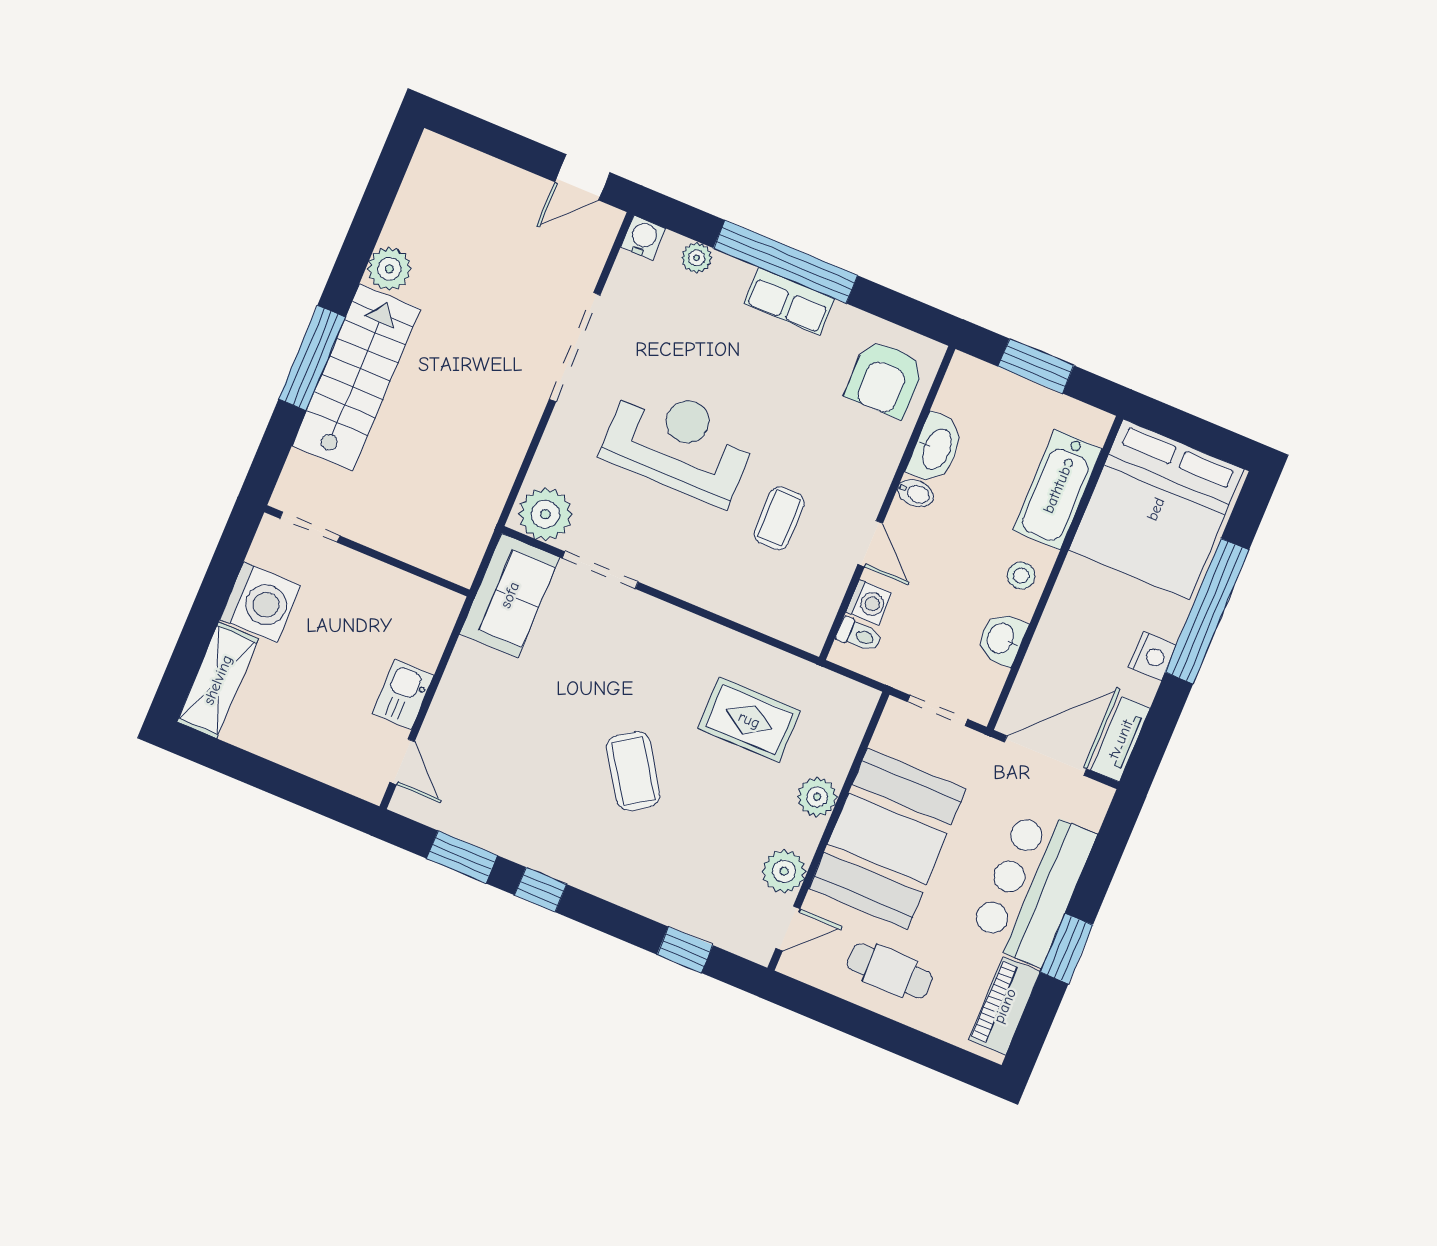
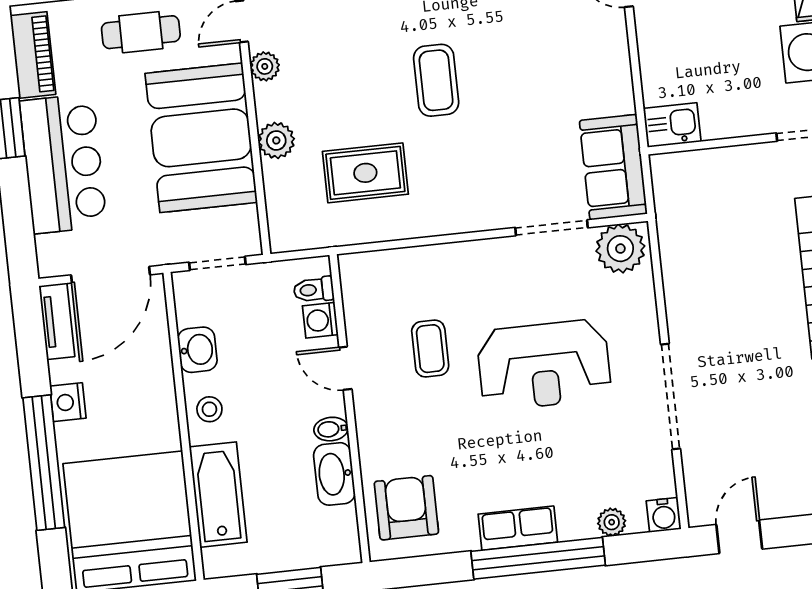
kitchen sink: (403, 694) -> (672, 125), moved, turned -90
coffee table: (633, 771) -> (436, 80), turned 34
plant: (784, 871) -> (265, 66), width x0.73, depth x0.73

